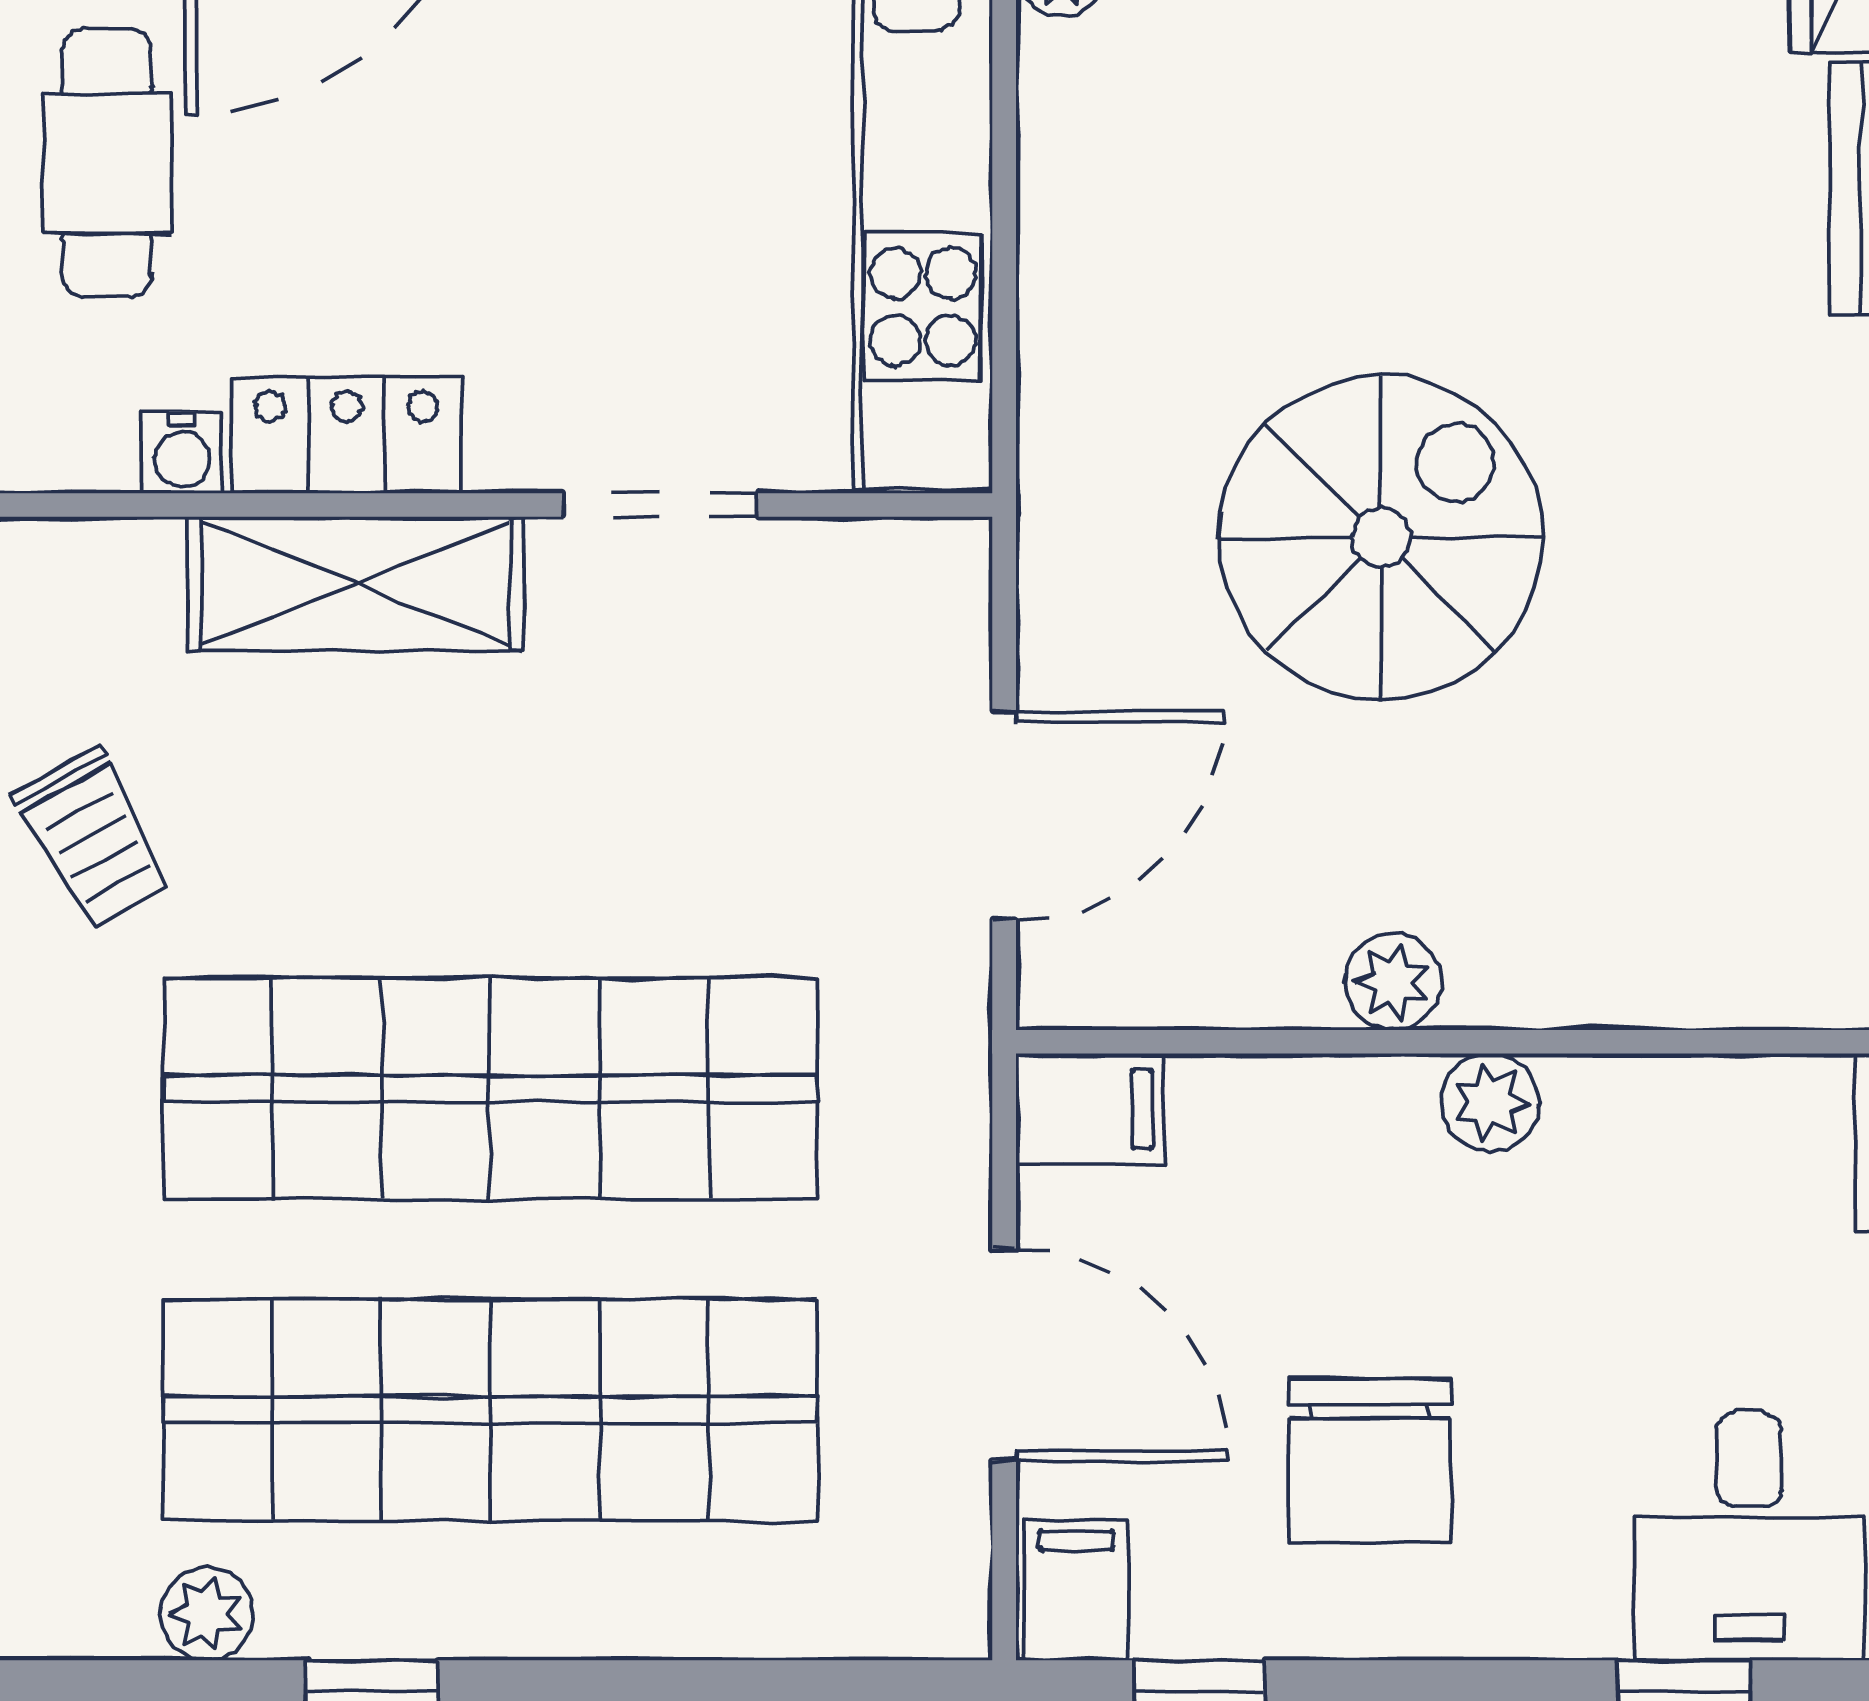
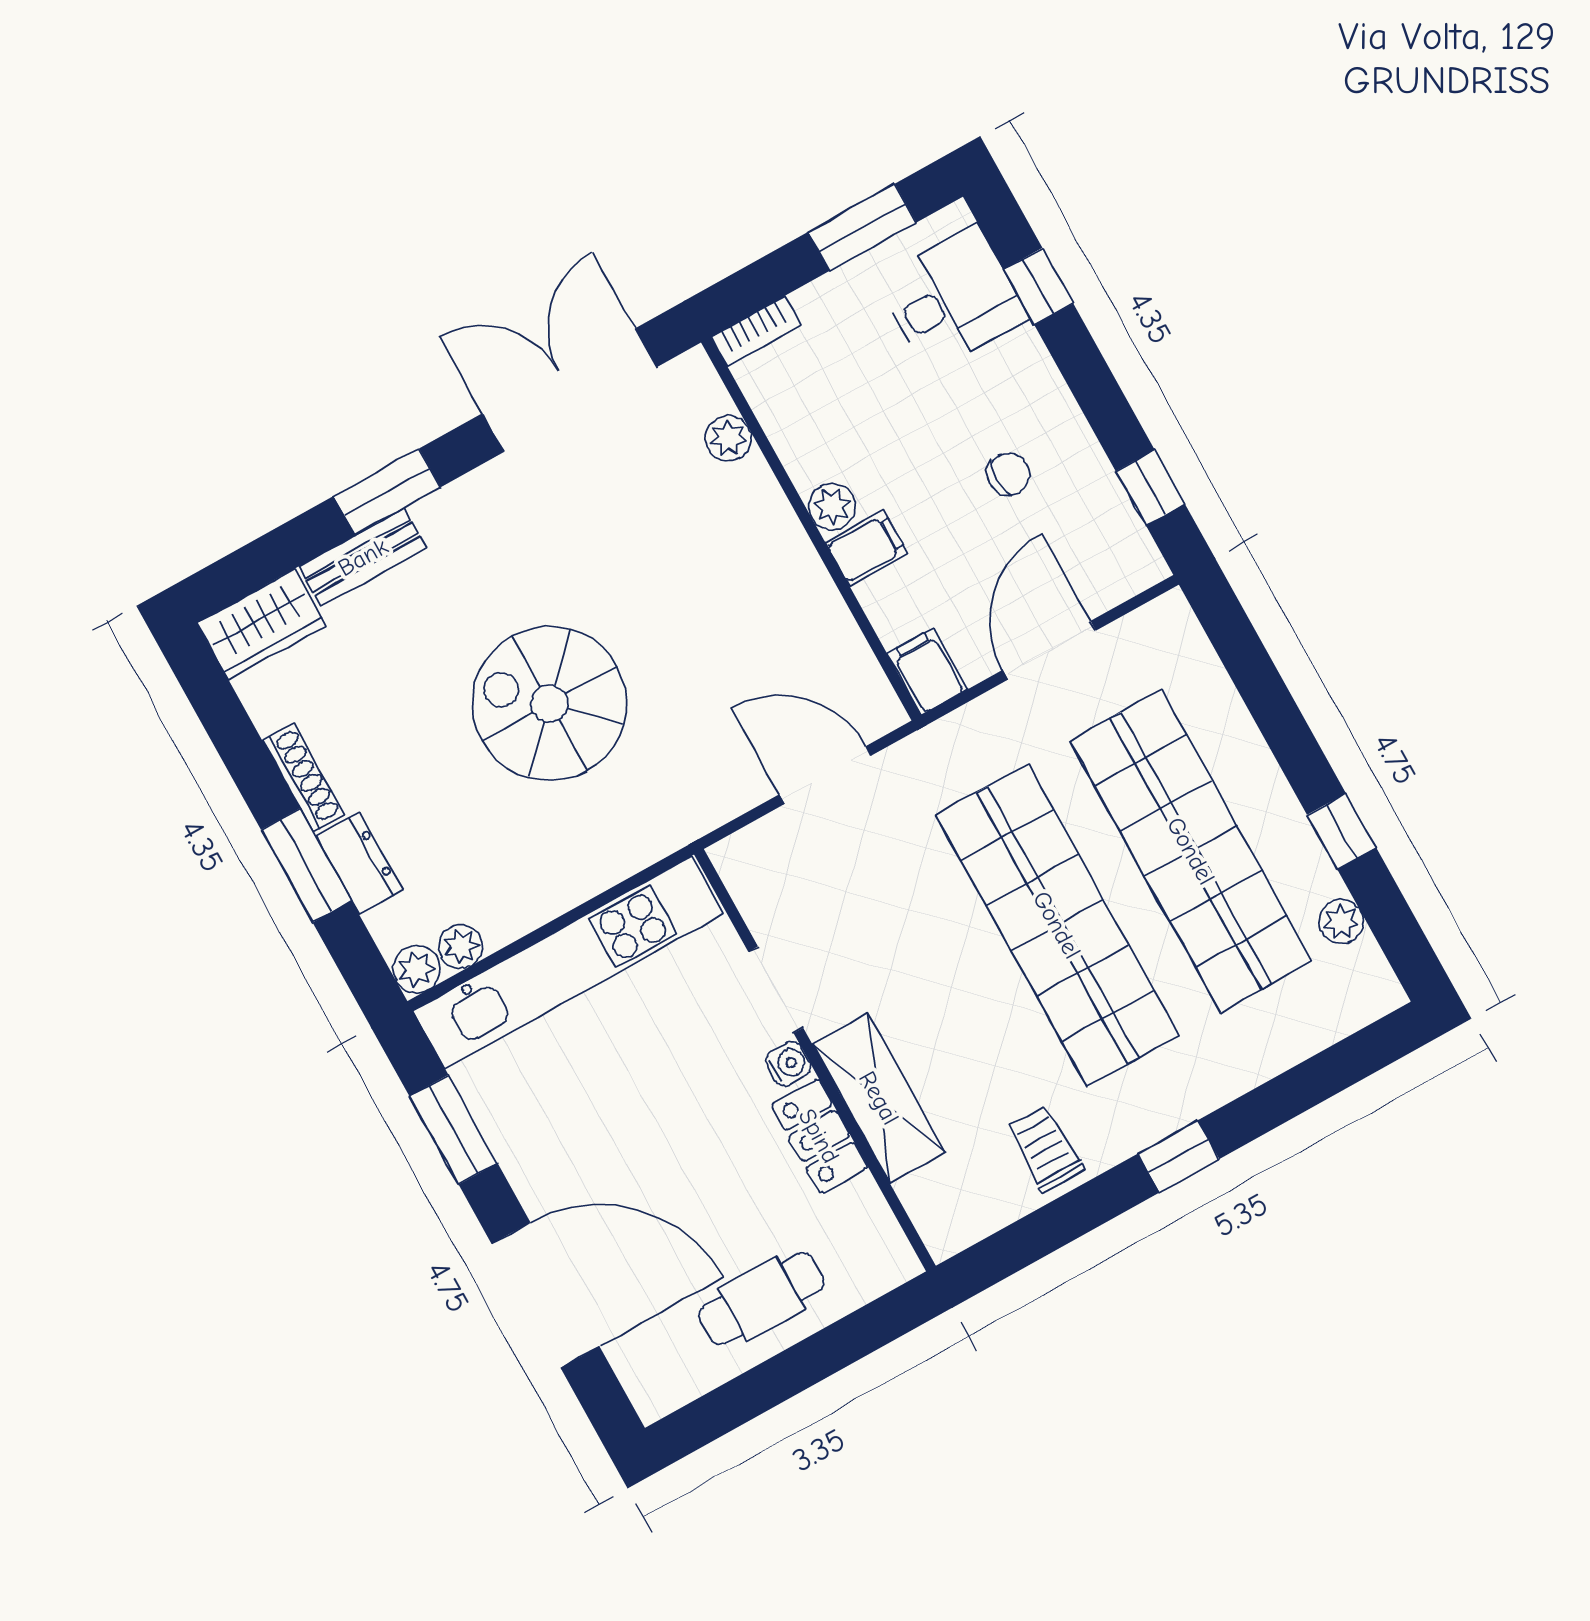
water cooler: (182, 453) -> (788, 1064), moved
spiral stairs: (1381, 538) -> (549, 703), moved
trolley: (93, 838) -> (1045, 1148), turned -61
plant: (1393, 982) -> (728, 438), moved
chair: (1370, 1460) -> (1009, 474), width x0.54, depth x0.54
filing cabinet: (1076, 1590) -> (867, 548), moved, turned 180

